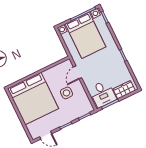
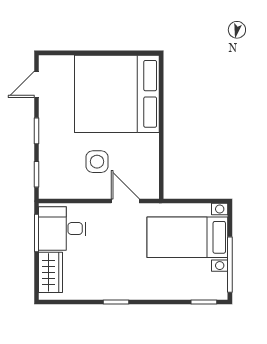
bed with nightstands: (86, 35) -> (187, 237), width x0.73

